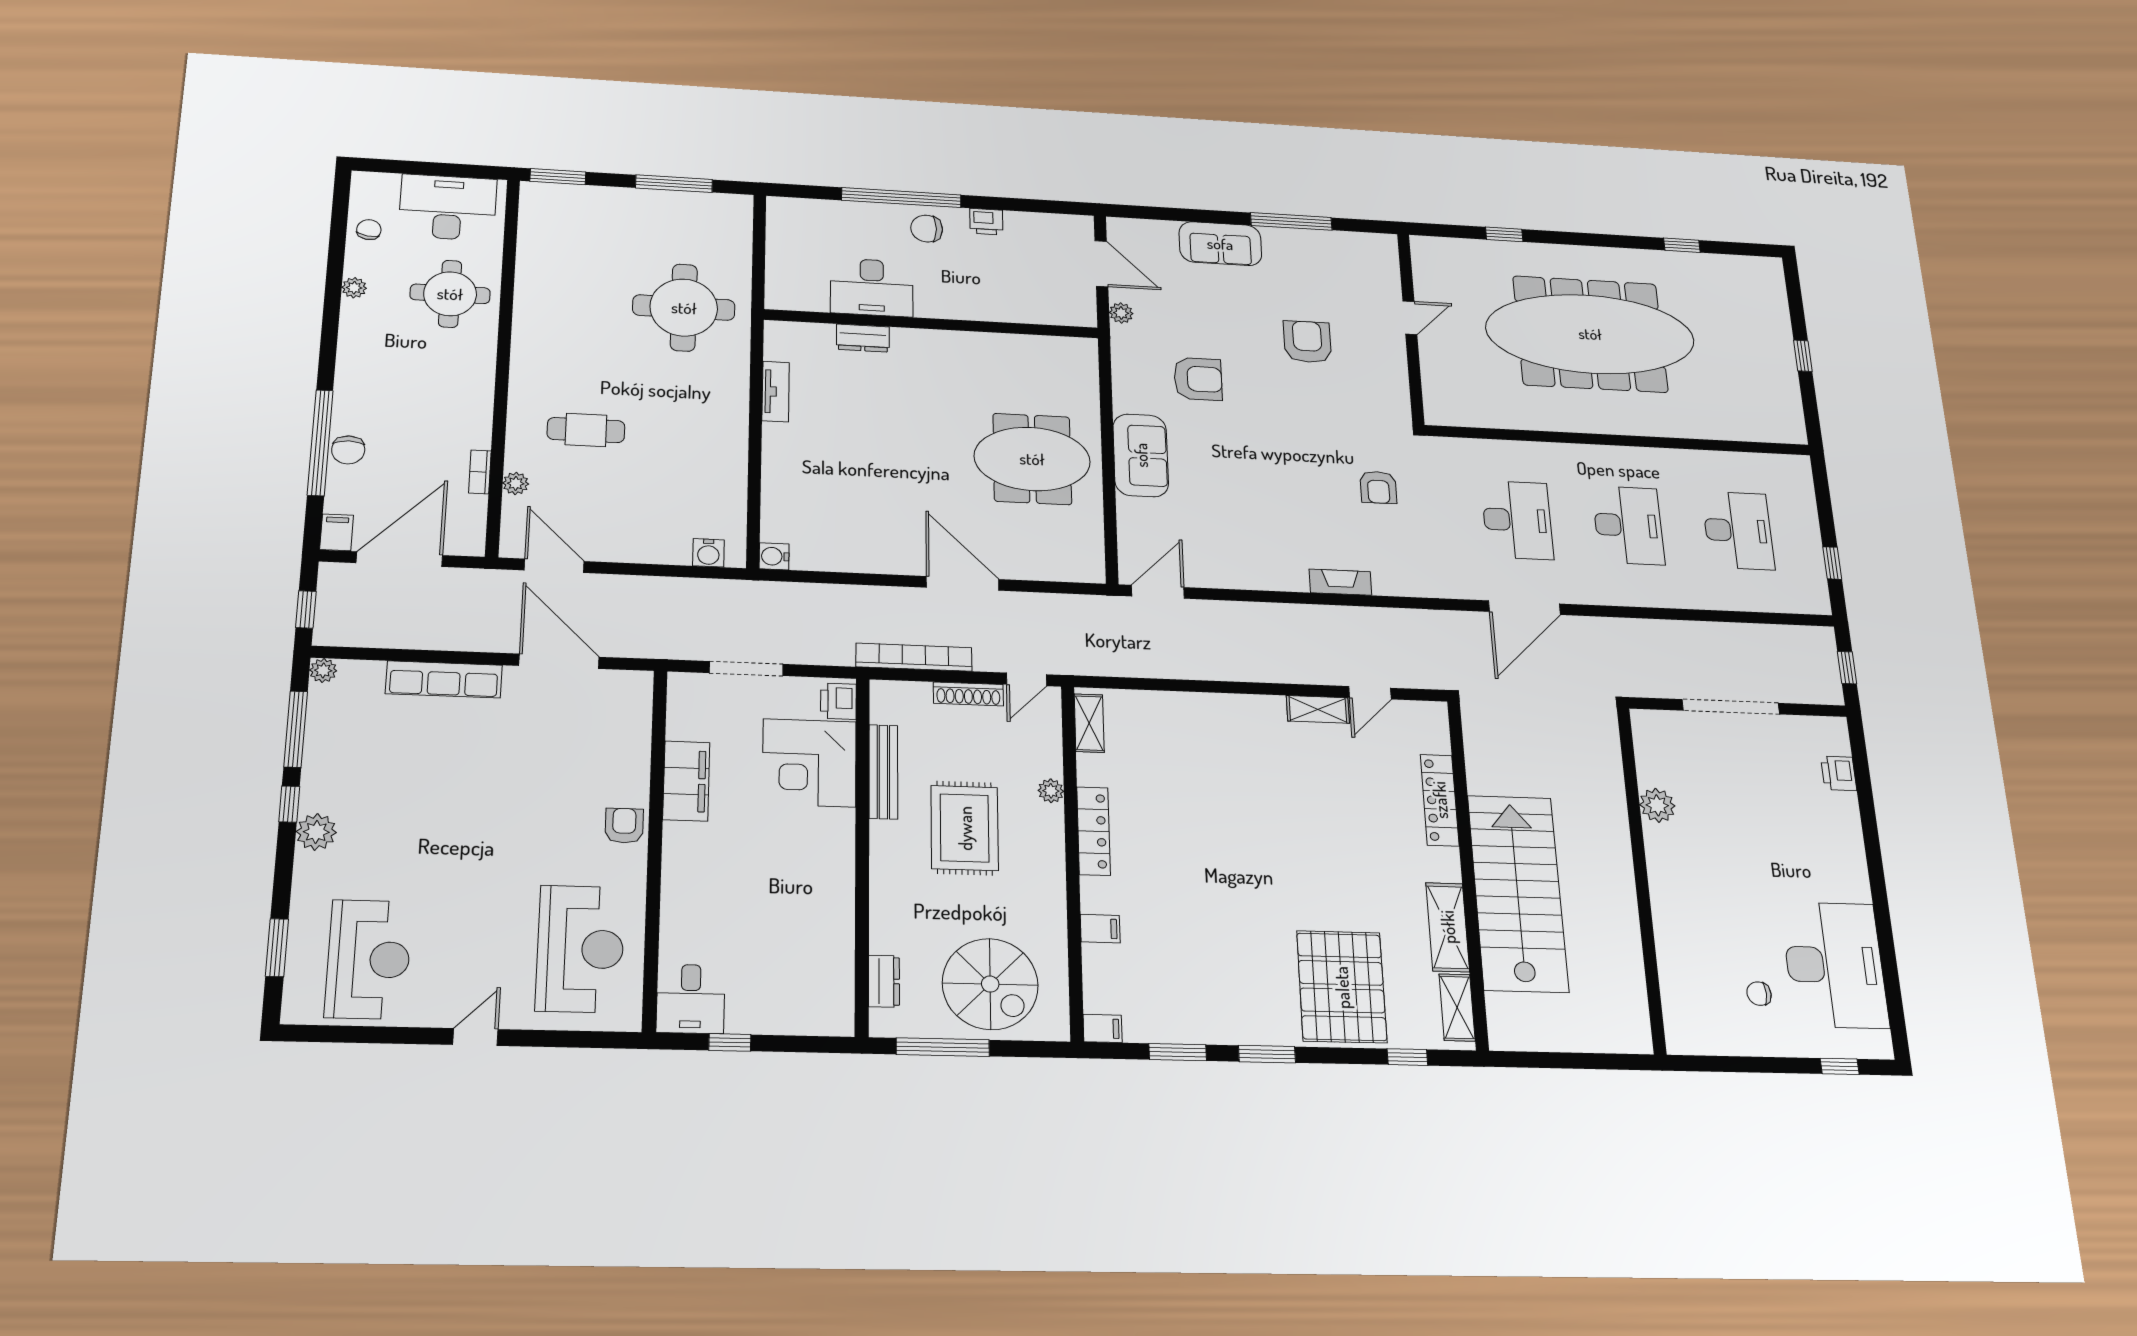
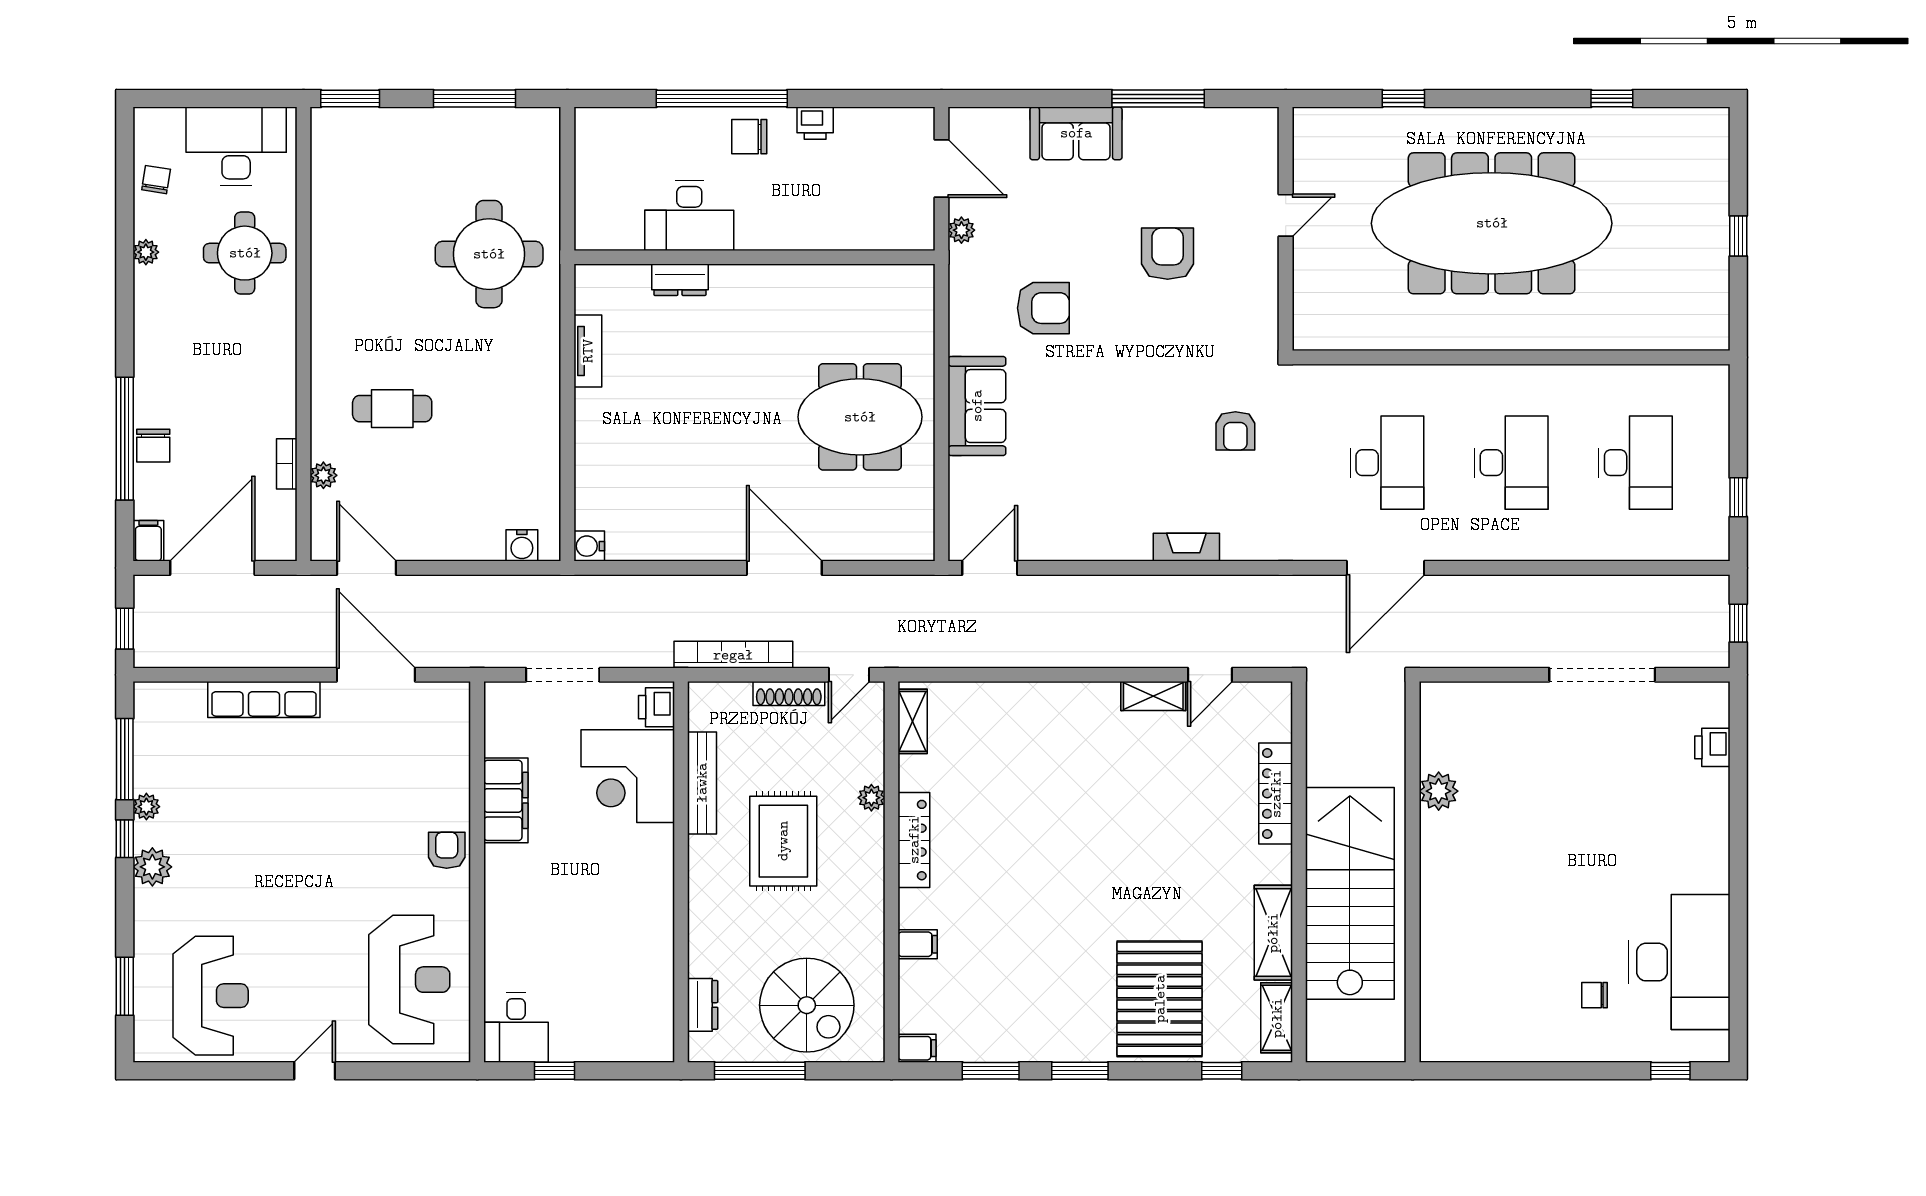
plant: (323, 670) -> (146, 807), moved
plant: (1657, 805) -> (1439, 791), moved
wall: (1641, 877) -> (1413, 872), moved

